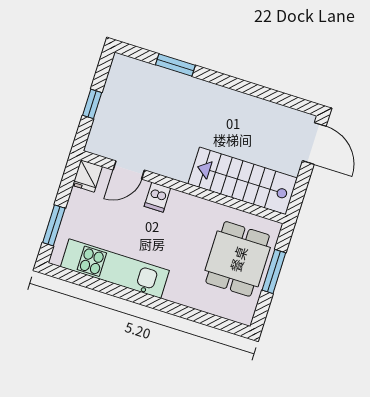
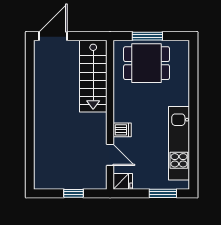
window: (175, 65) -> (30, 146), removed

